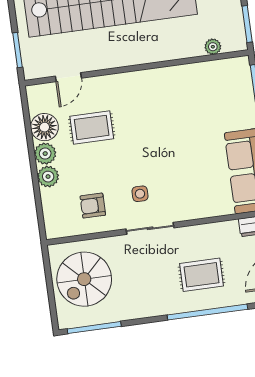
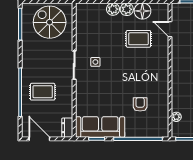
rug: (92, 127) -> (138, 39), turned 90
armchair: (93, 206) -> (140, 104), moved
rug: (201, 275) -> (43, 92), turned 90

